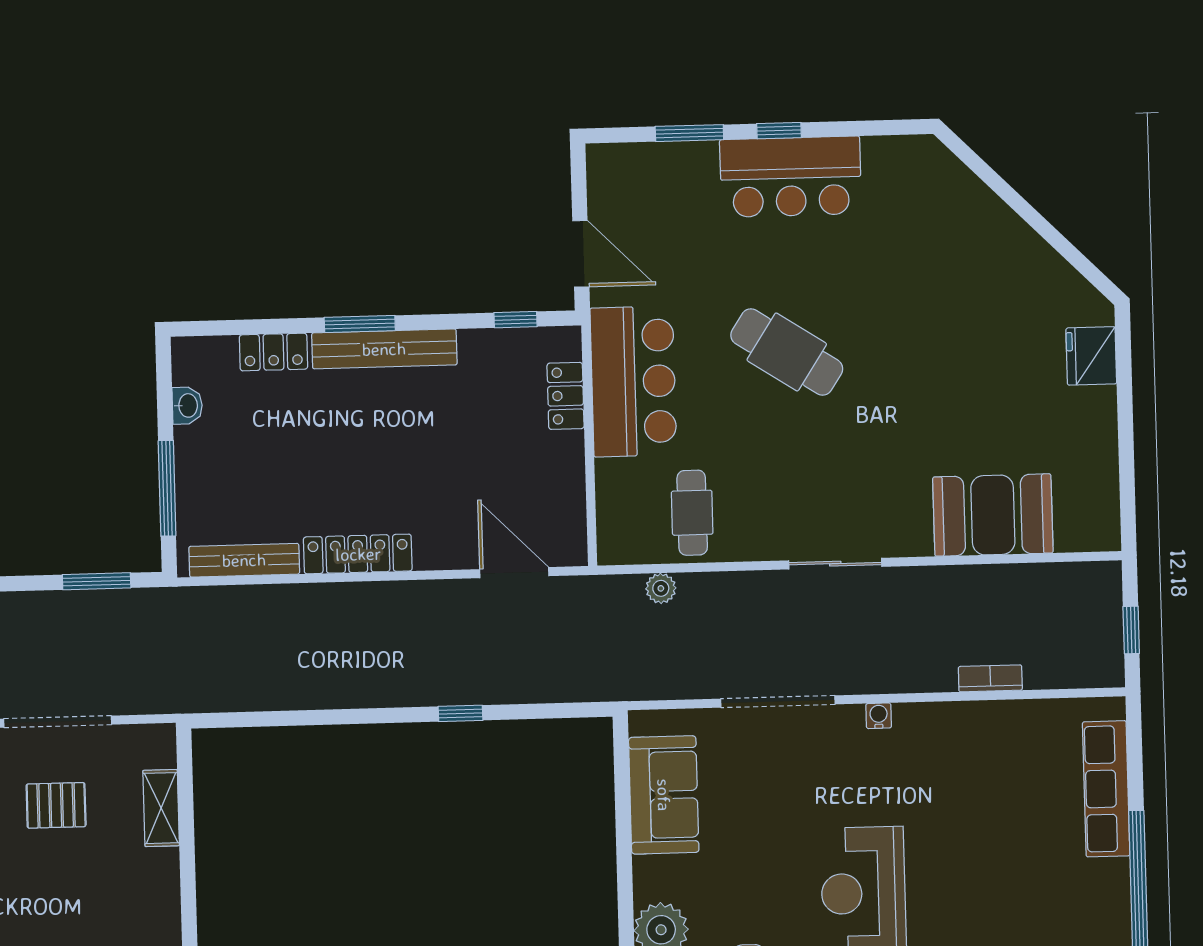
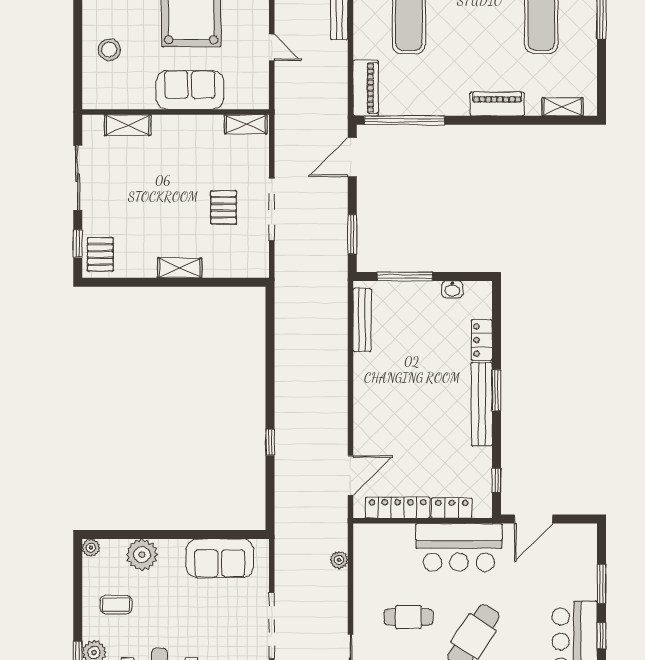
cafe table: (692, 513) -> (408, 617), moved
locker: (358, 554) -> (398, 508), moved, turned -90
shelving: (161, 808) -> (180, 268), moved

